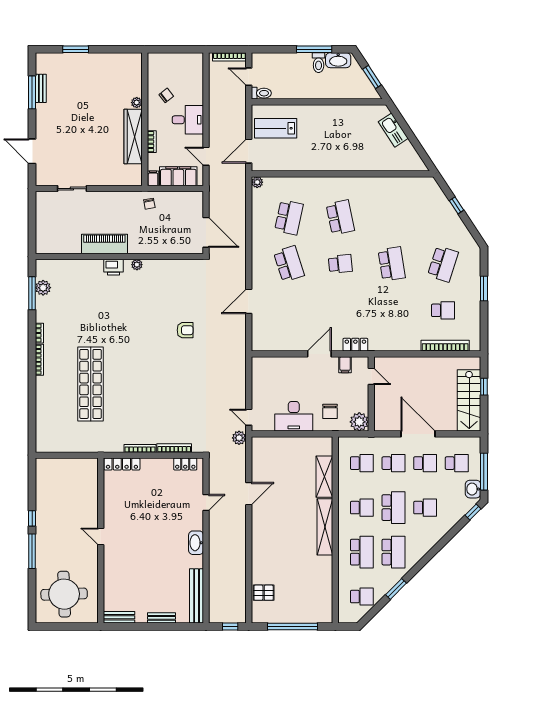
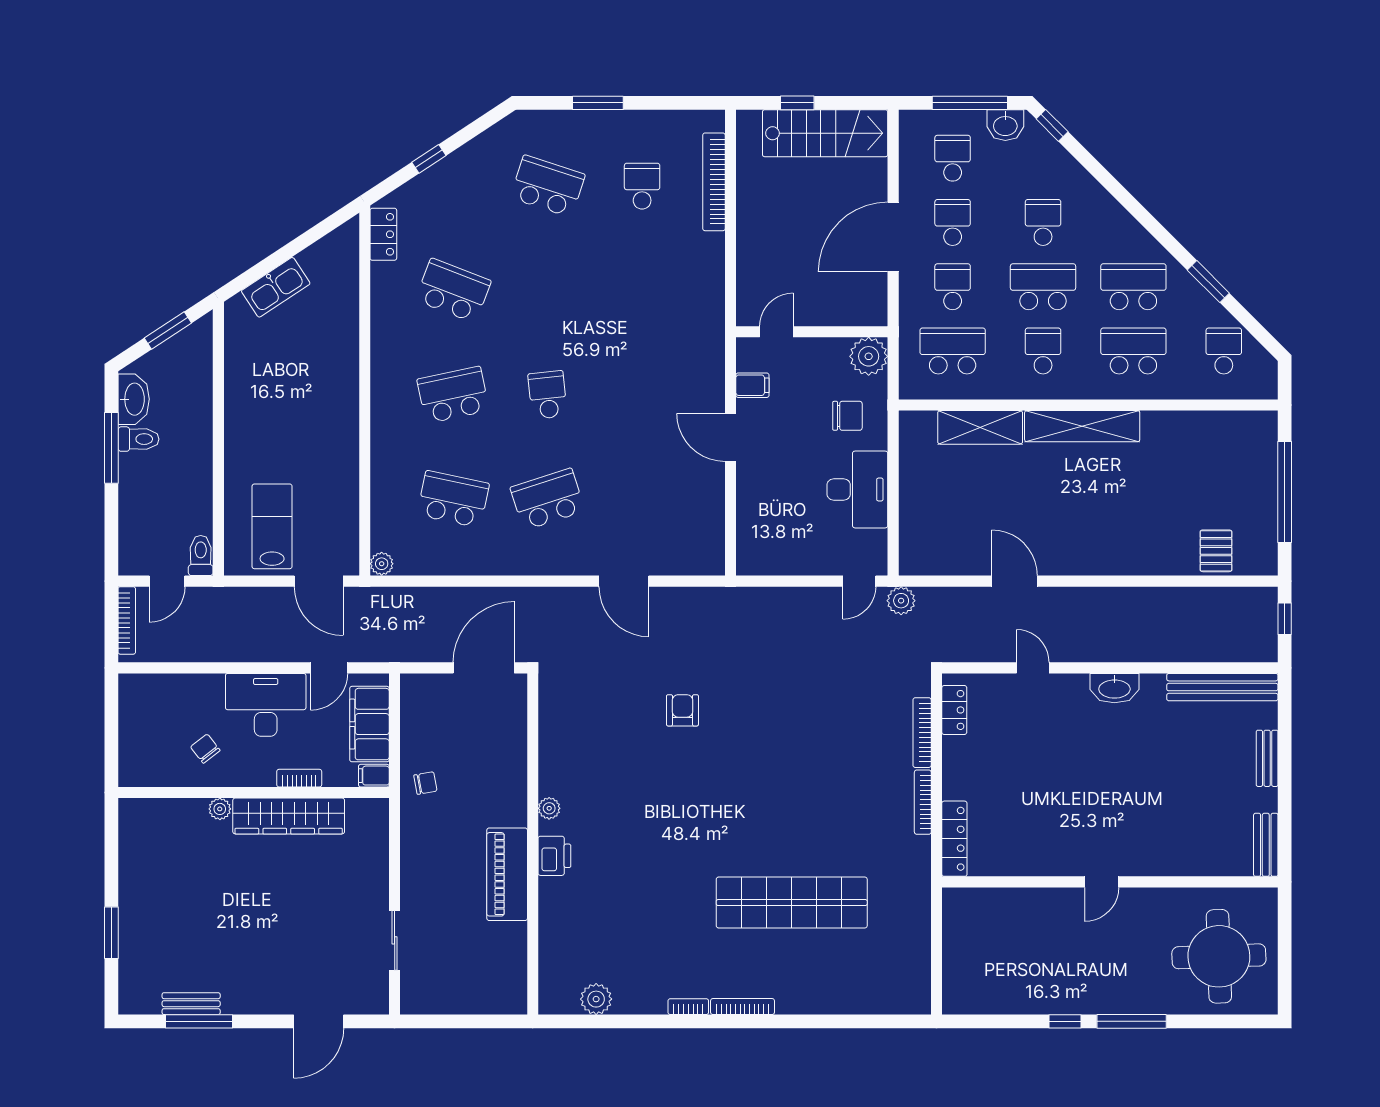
desk: (188, 120) -> (266, 705), width x1.37
lab bench: (276, 128) -> (272, 526), turned 180
school desk: (392, 264) -> (453, 290), moved, turned 30
window: (32, 293) -> (607, 1021), removed
locker: (355, 345) -> (383, 234), moved, turned 180
school desk: (362, 463) -> (953, 351), width x1.85

